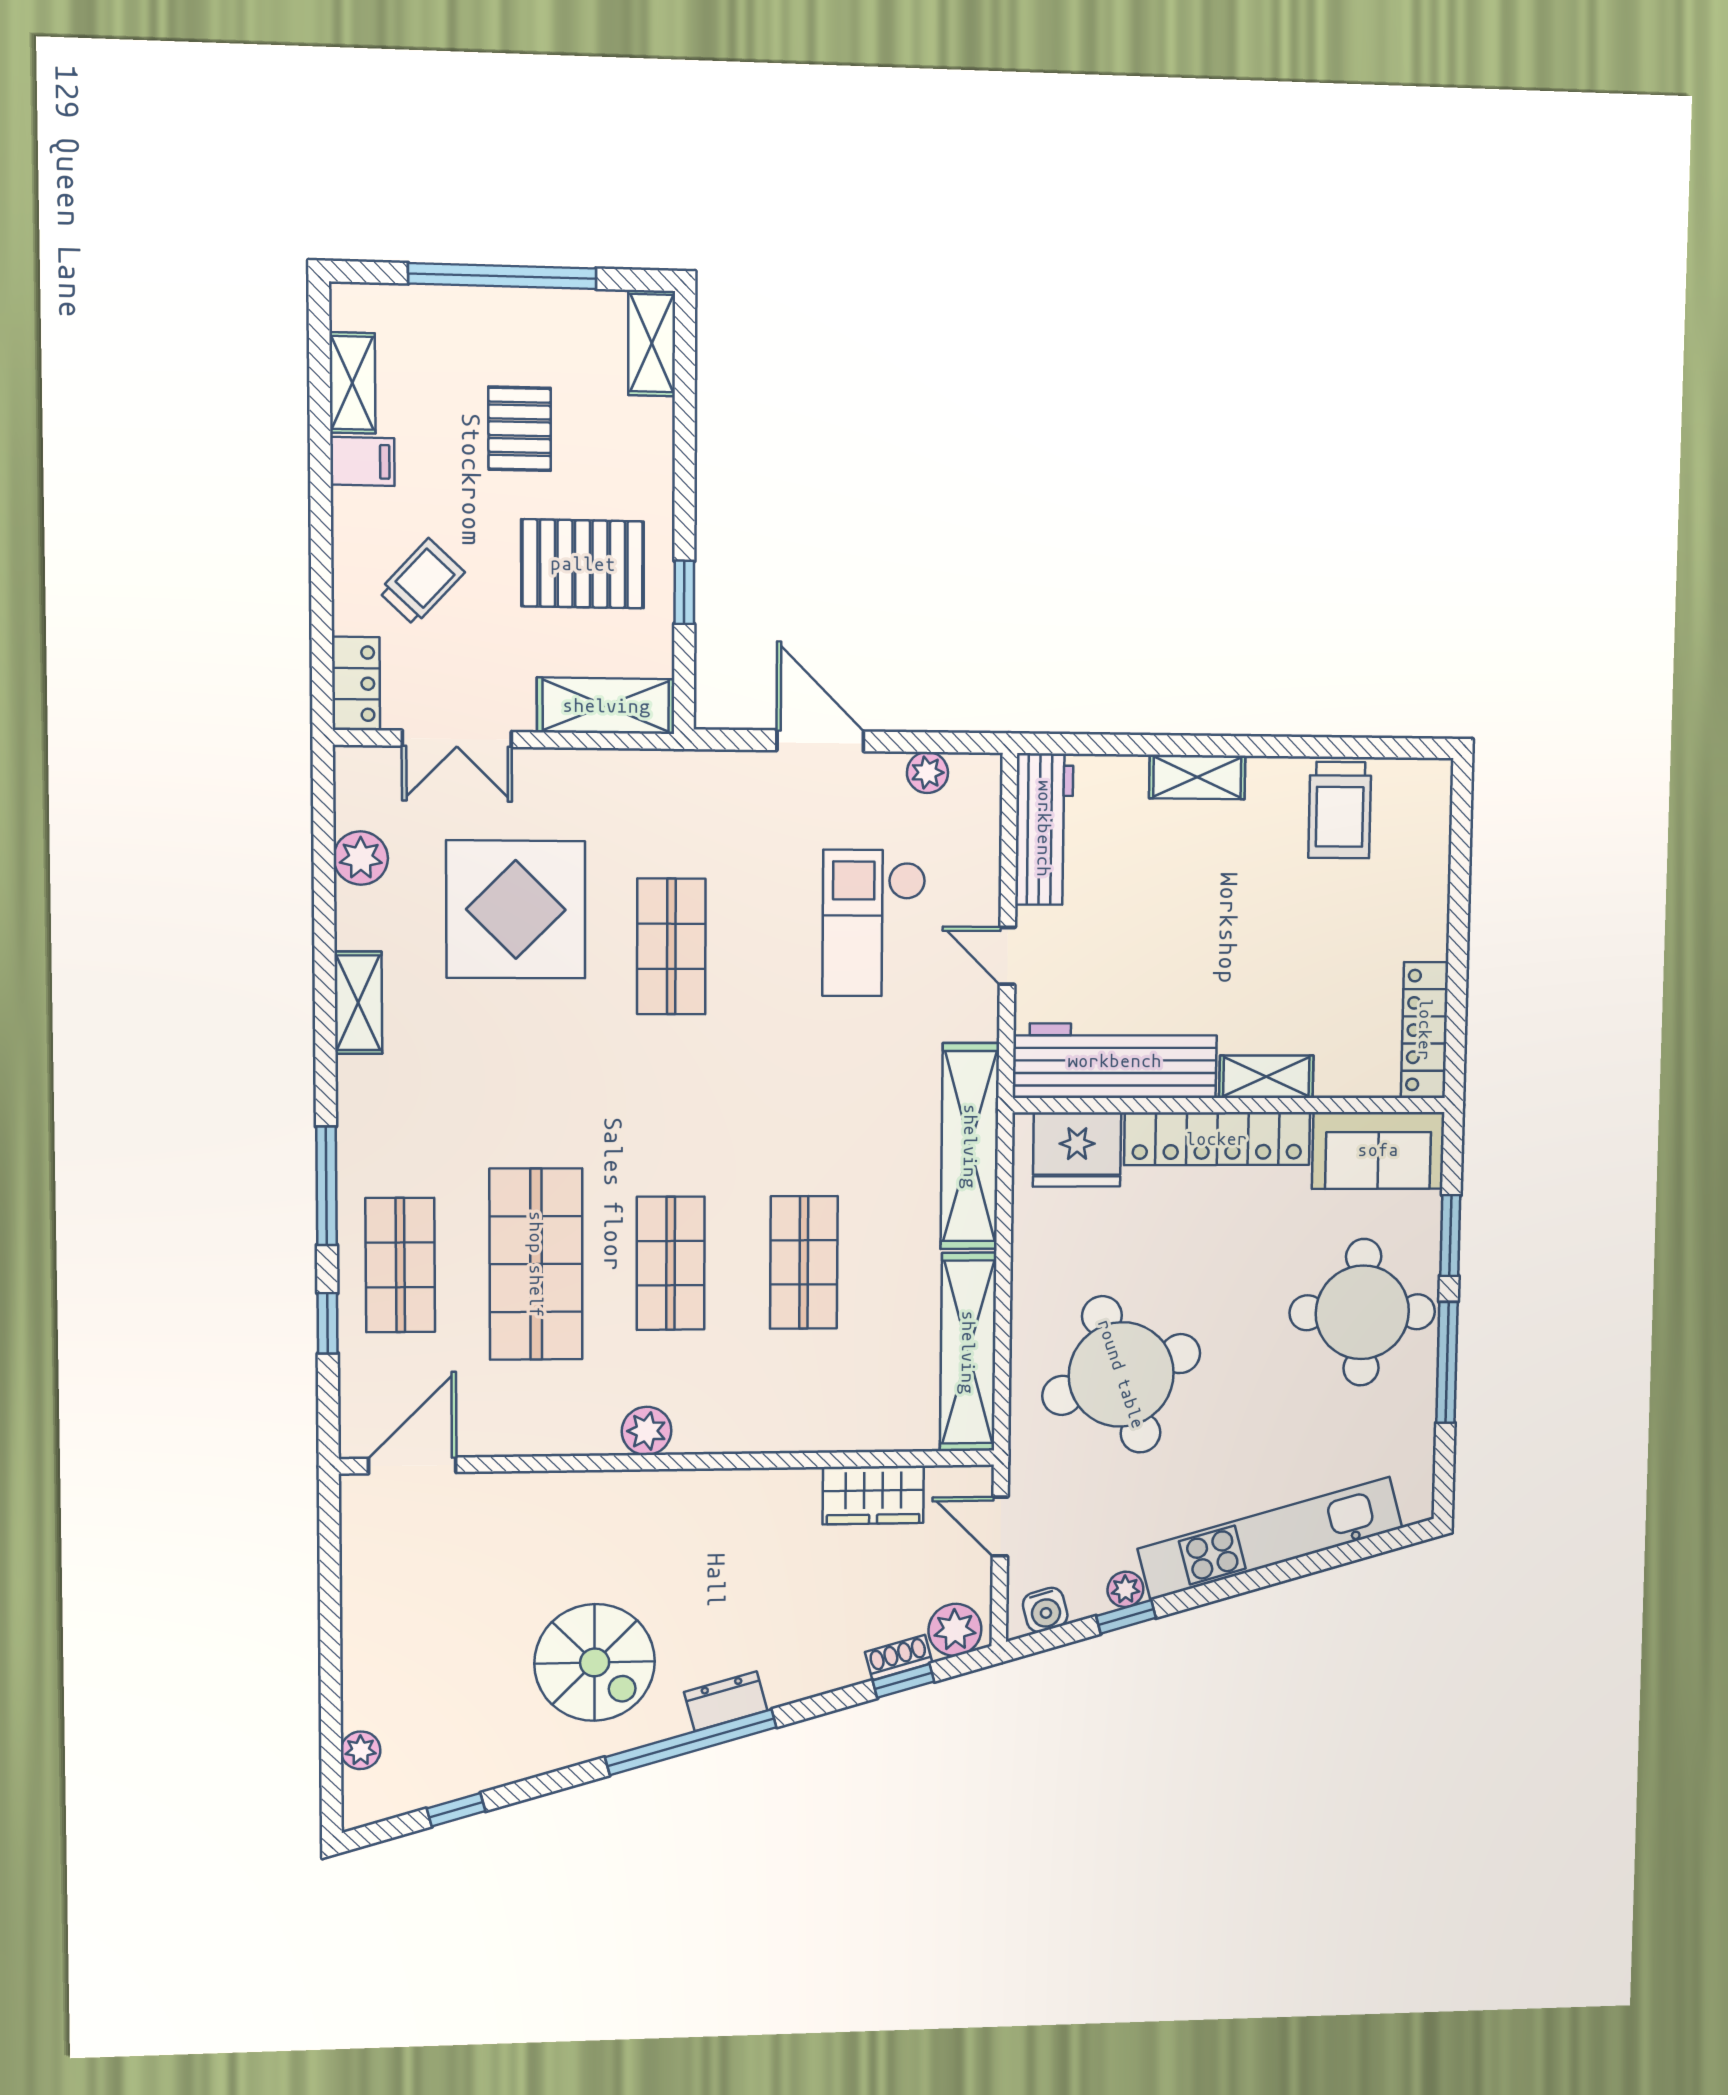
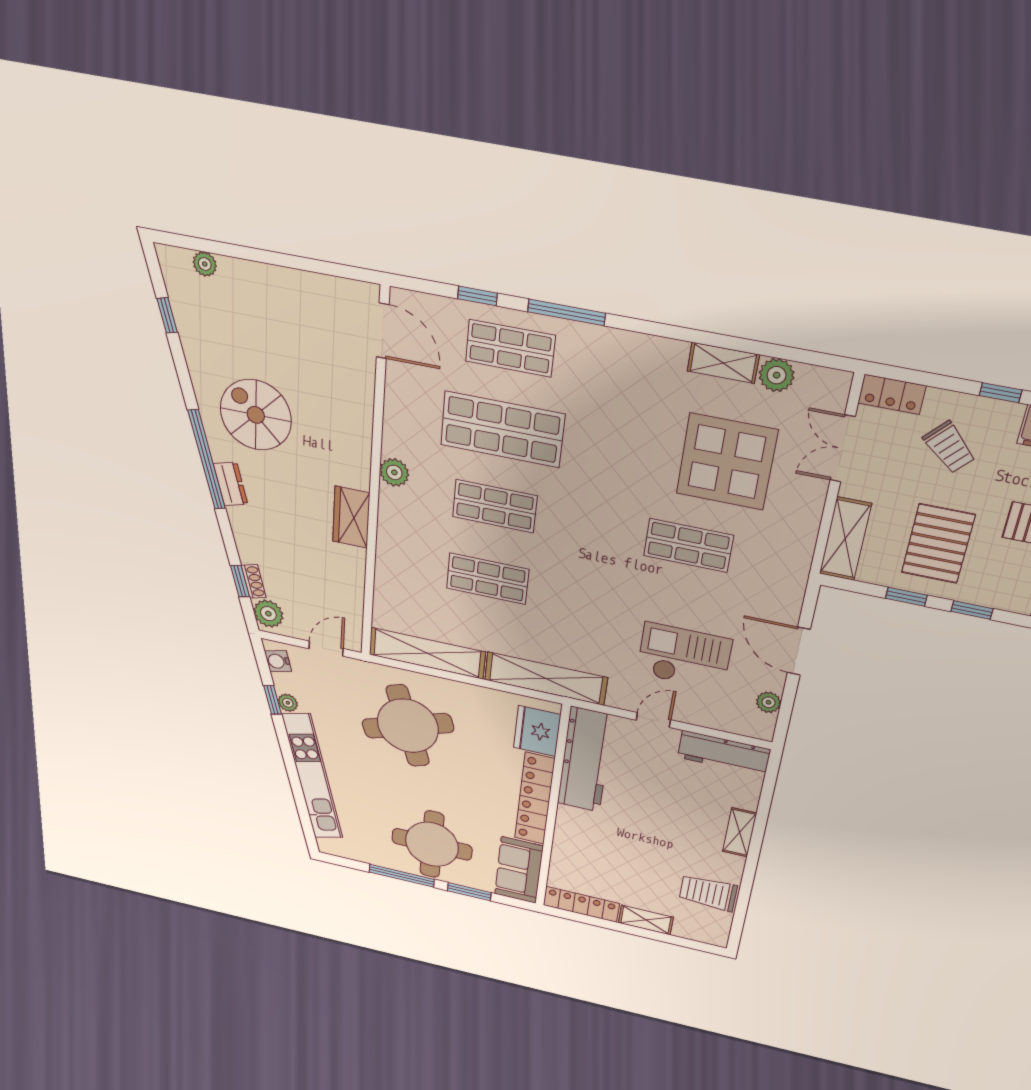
window: (685, 488) -> (972, 610), added
window: (321, 528) -> (1001, 393), added
door: (820, 741) -> (799, 651), swing flipped
shelving: (358, 1003) -> (723, 363), moved
shelving: (1266, 1077) -> (646, 920), moved, turned 90
wardrobe: (873, 1495) -> (351, 517), moved
spiral stairs: (595, 1662) -> (256, 415), turned 90

